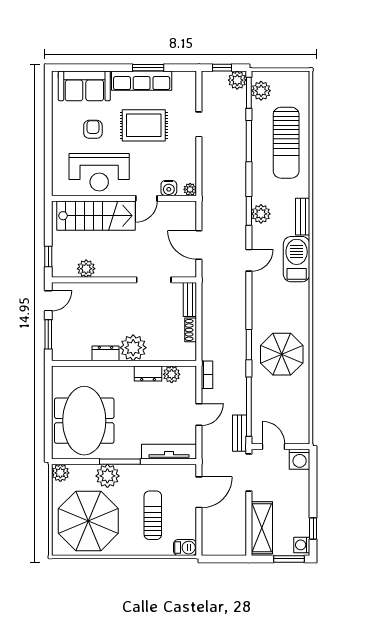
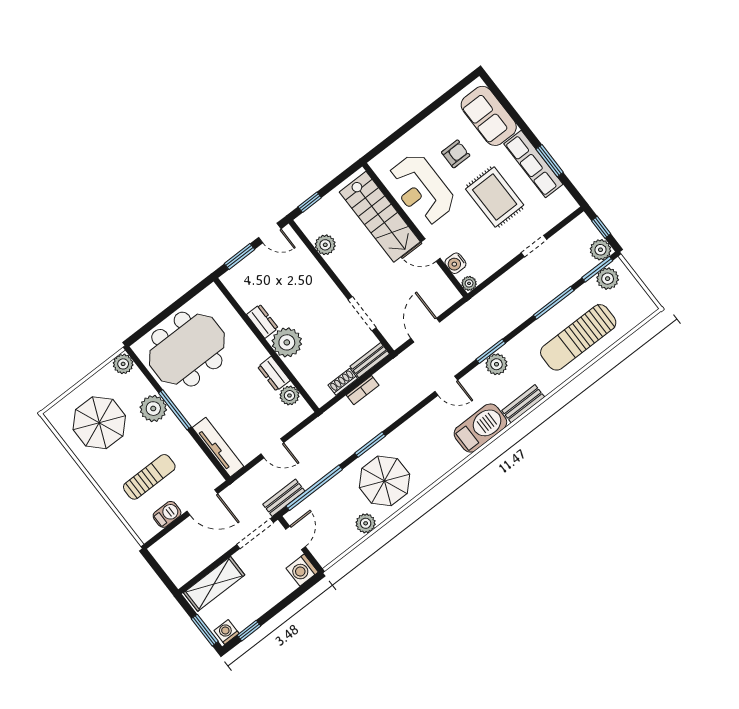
bookcase: (207, 375) -> (363, 390), moved
plant: (301, 390) -> (366, 523), added
parasol: (88, 521) -> (99, 423), width x0.73, depth x0.73
barbecue: (185, 548) -> (167, 514), moved, turned -90

